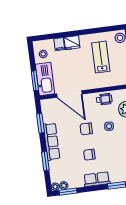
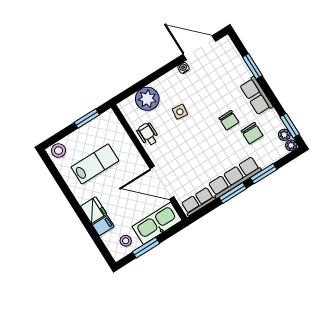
lab bench: (101, 57) -> (95, 164), turned 180
window: (35, 81) -> (146, 248), moved
door: (69, 94) -> (162, 183), swing flipped
row of seats: (47, 111) -> (198, 202), added
window: (40, 123) -> (233, 193), moved
chair: (86, 129) -> (252, 133), moved

